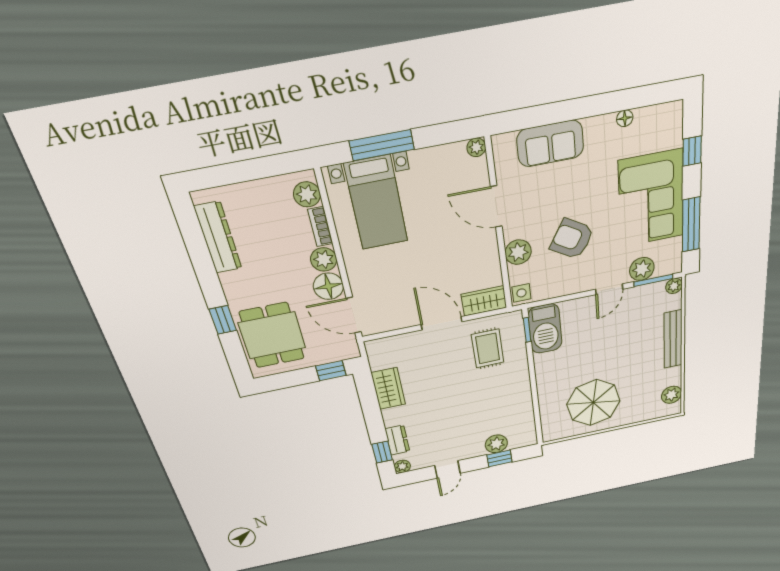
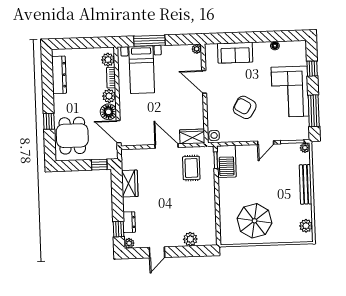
plant: (518, 252) -> (214, 110), removed
plant: (642, 269) -> (285, 133), removed
window: (499, 458) -> (191, 251), removed

